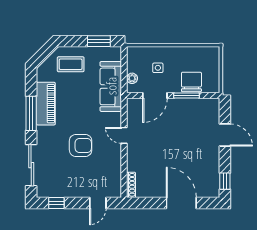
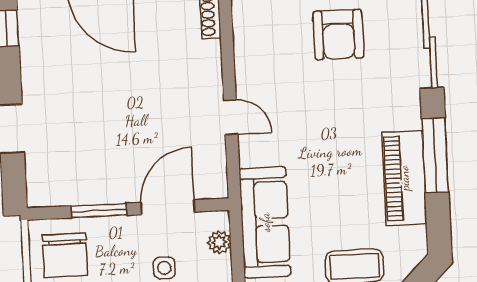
chair: (191, 82) -> (65, 255), moved
armchair: (81, 145) -> (338, 35), moved, turned -90

